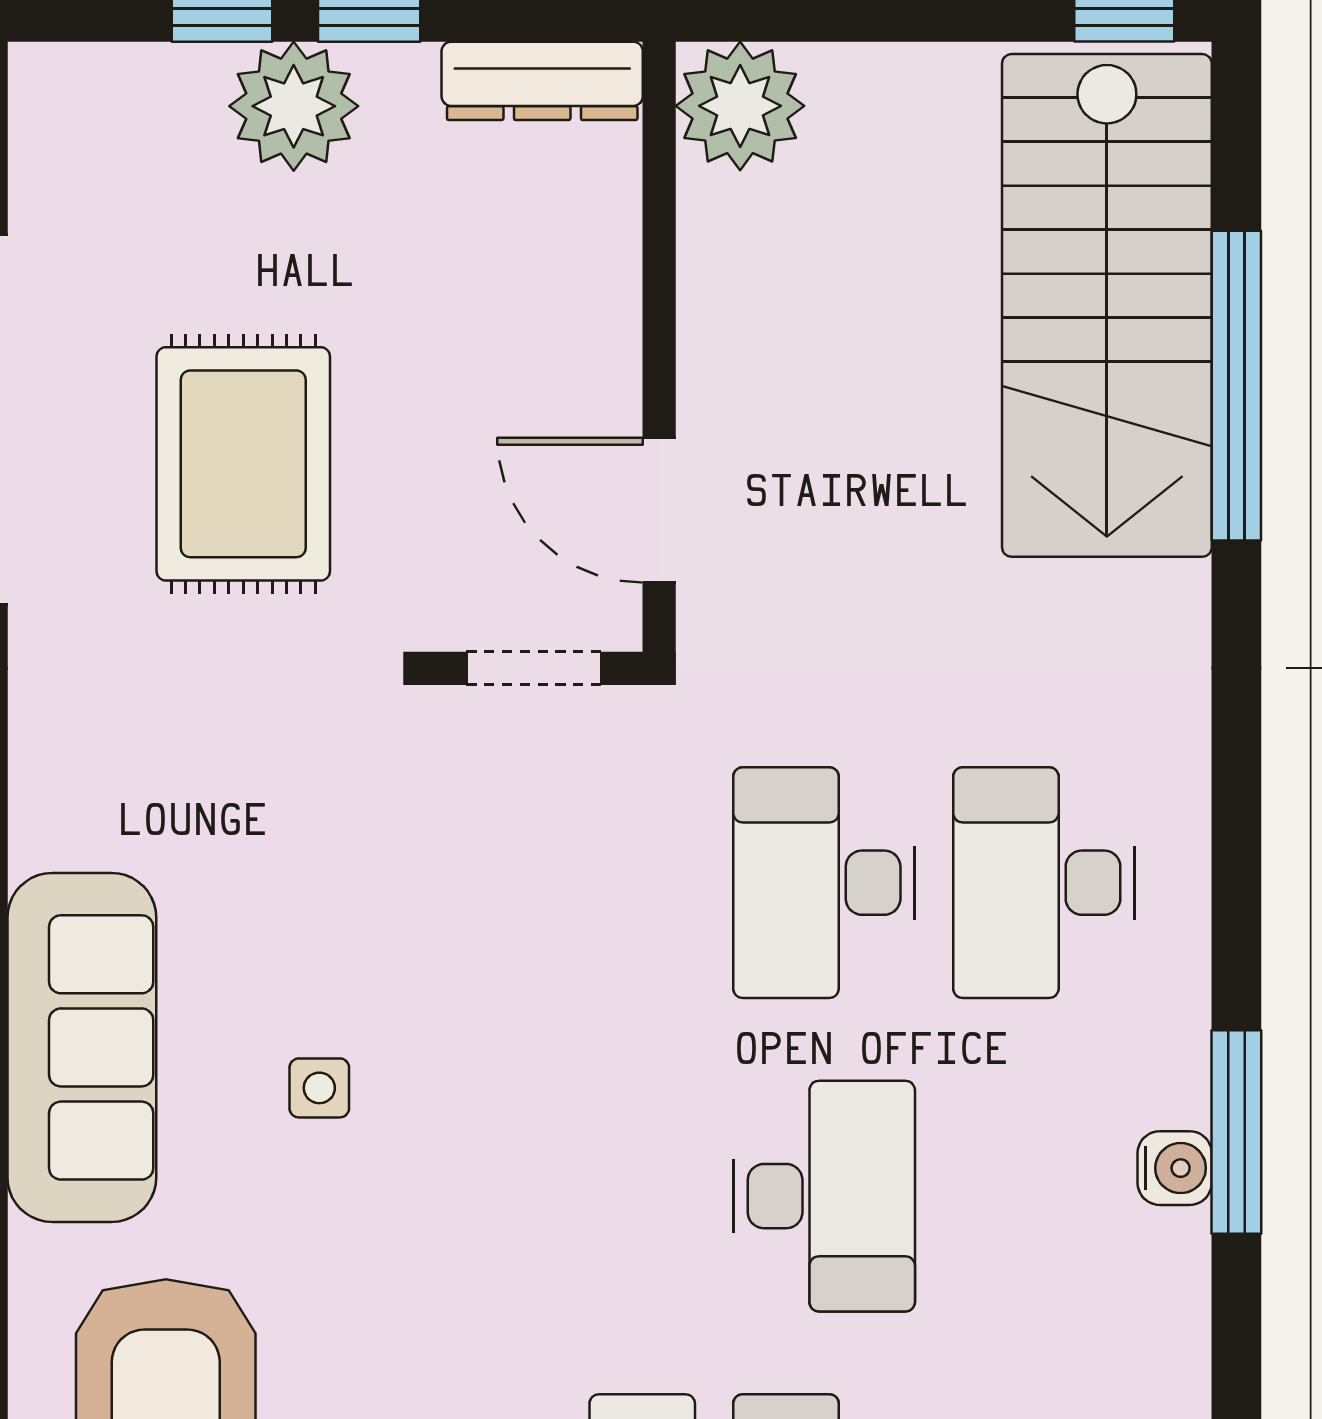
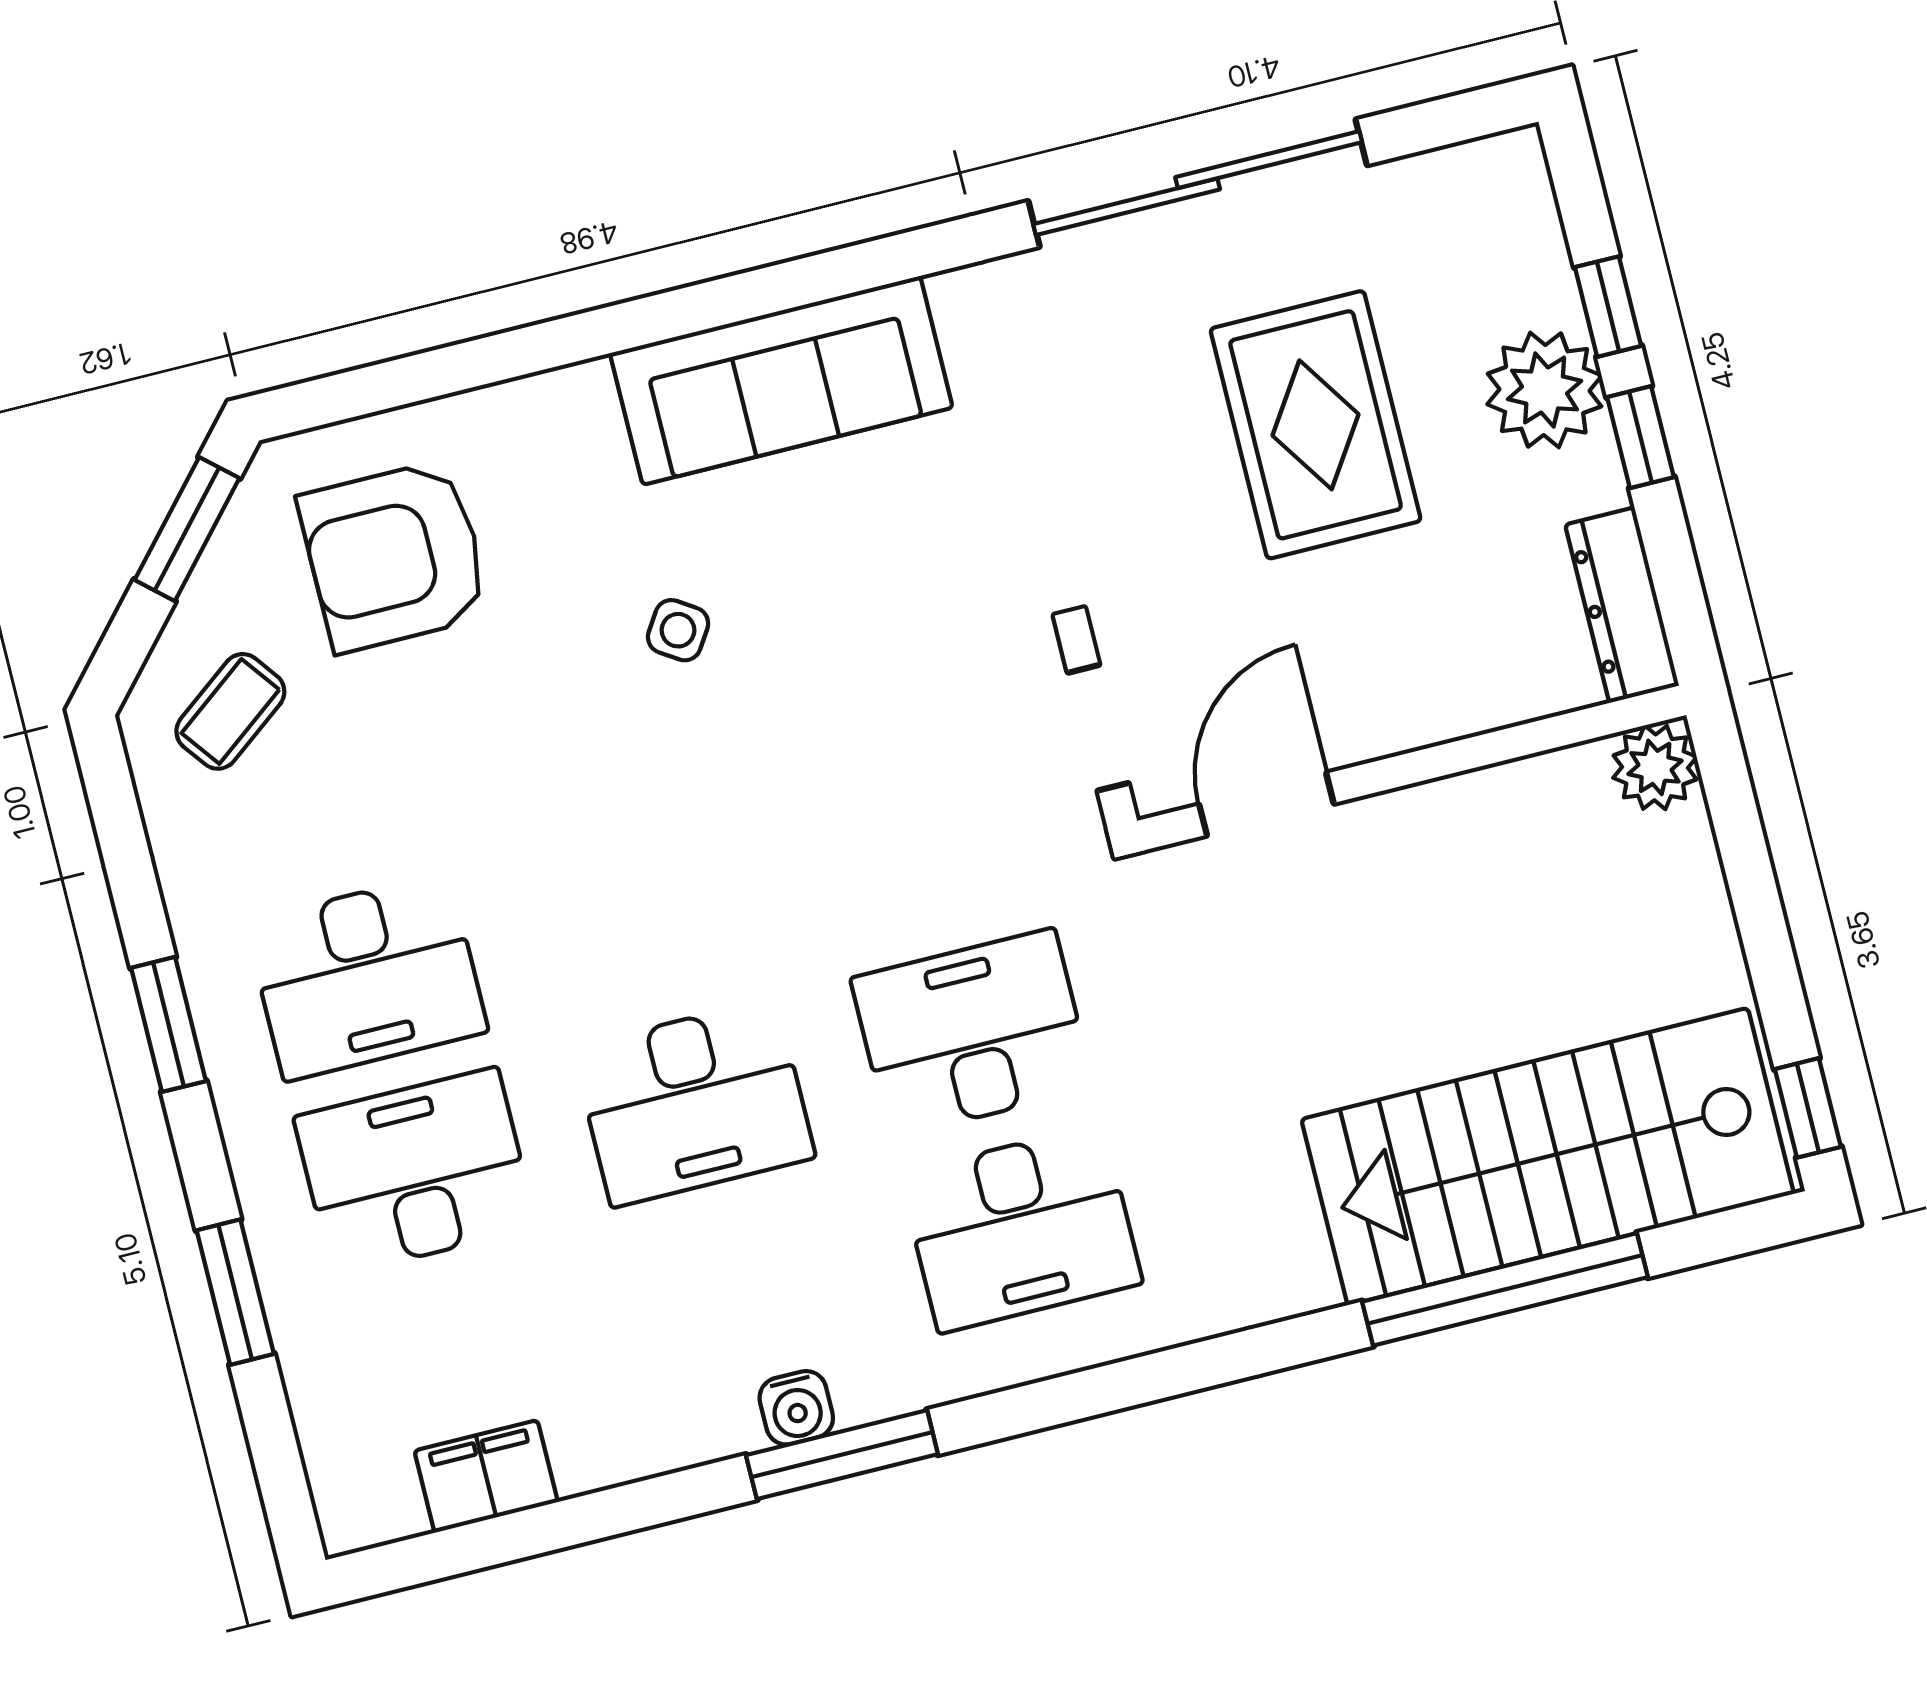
plant: (740, 106) -> (1655, 767), width x0.73, depth x0.73
rug: (243, 464) -> (1316, 425), moved, turned 90
desk: (1044, 883) -> (1021, 1229), turned 180
sofa: (82, 1047) -> (781, 380), moved
side table: (319, 1088) -> (678, 630), turned 33

